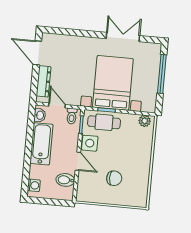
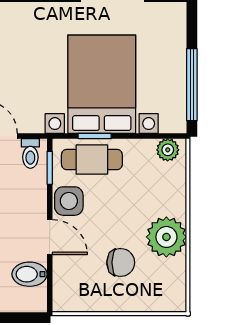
window: (162, 74) -> (192, 85), moved
plant: (140, 167) -> (166, 237), added

